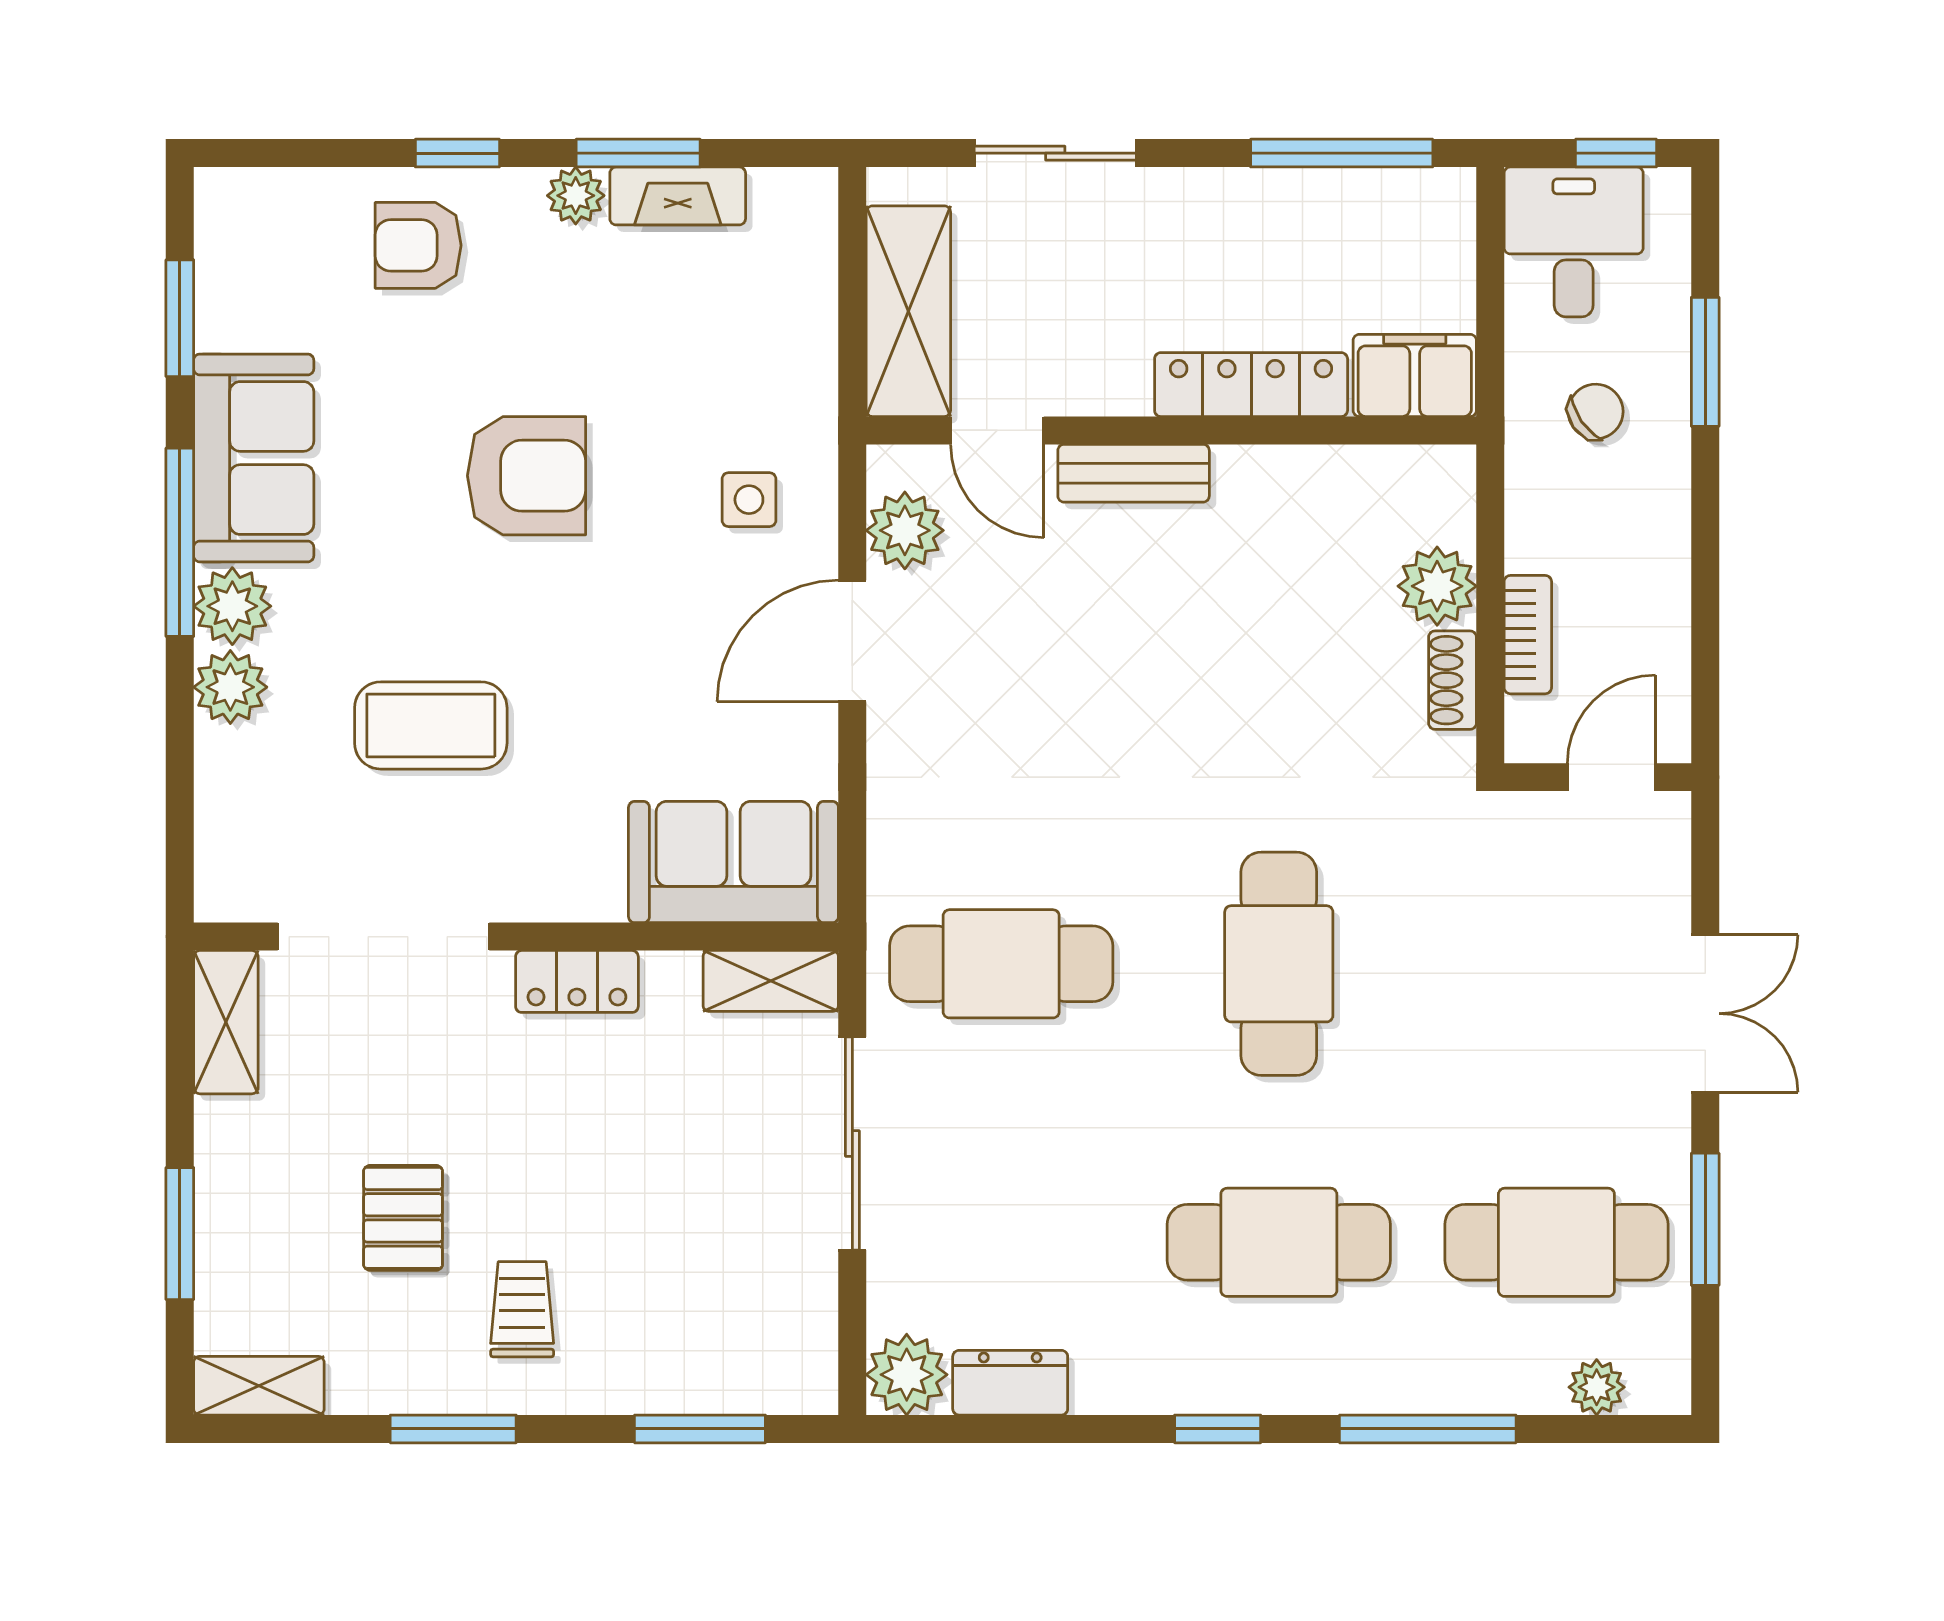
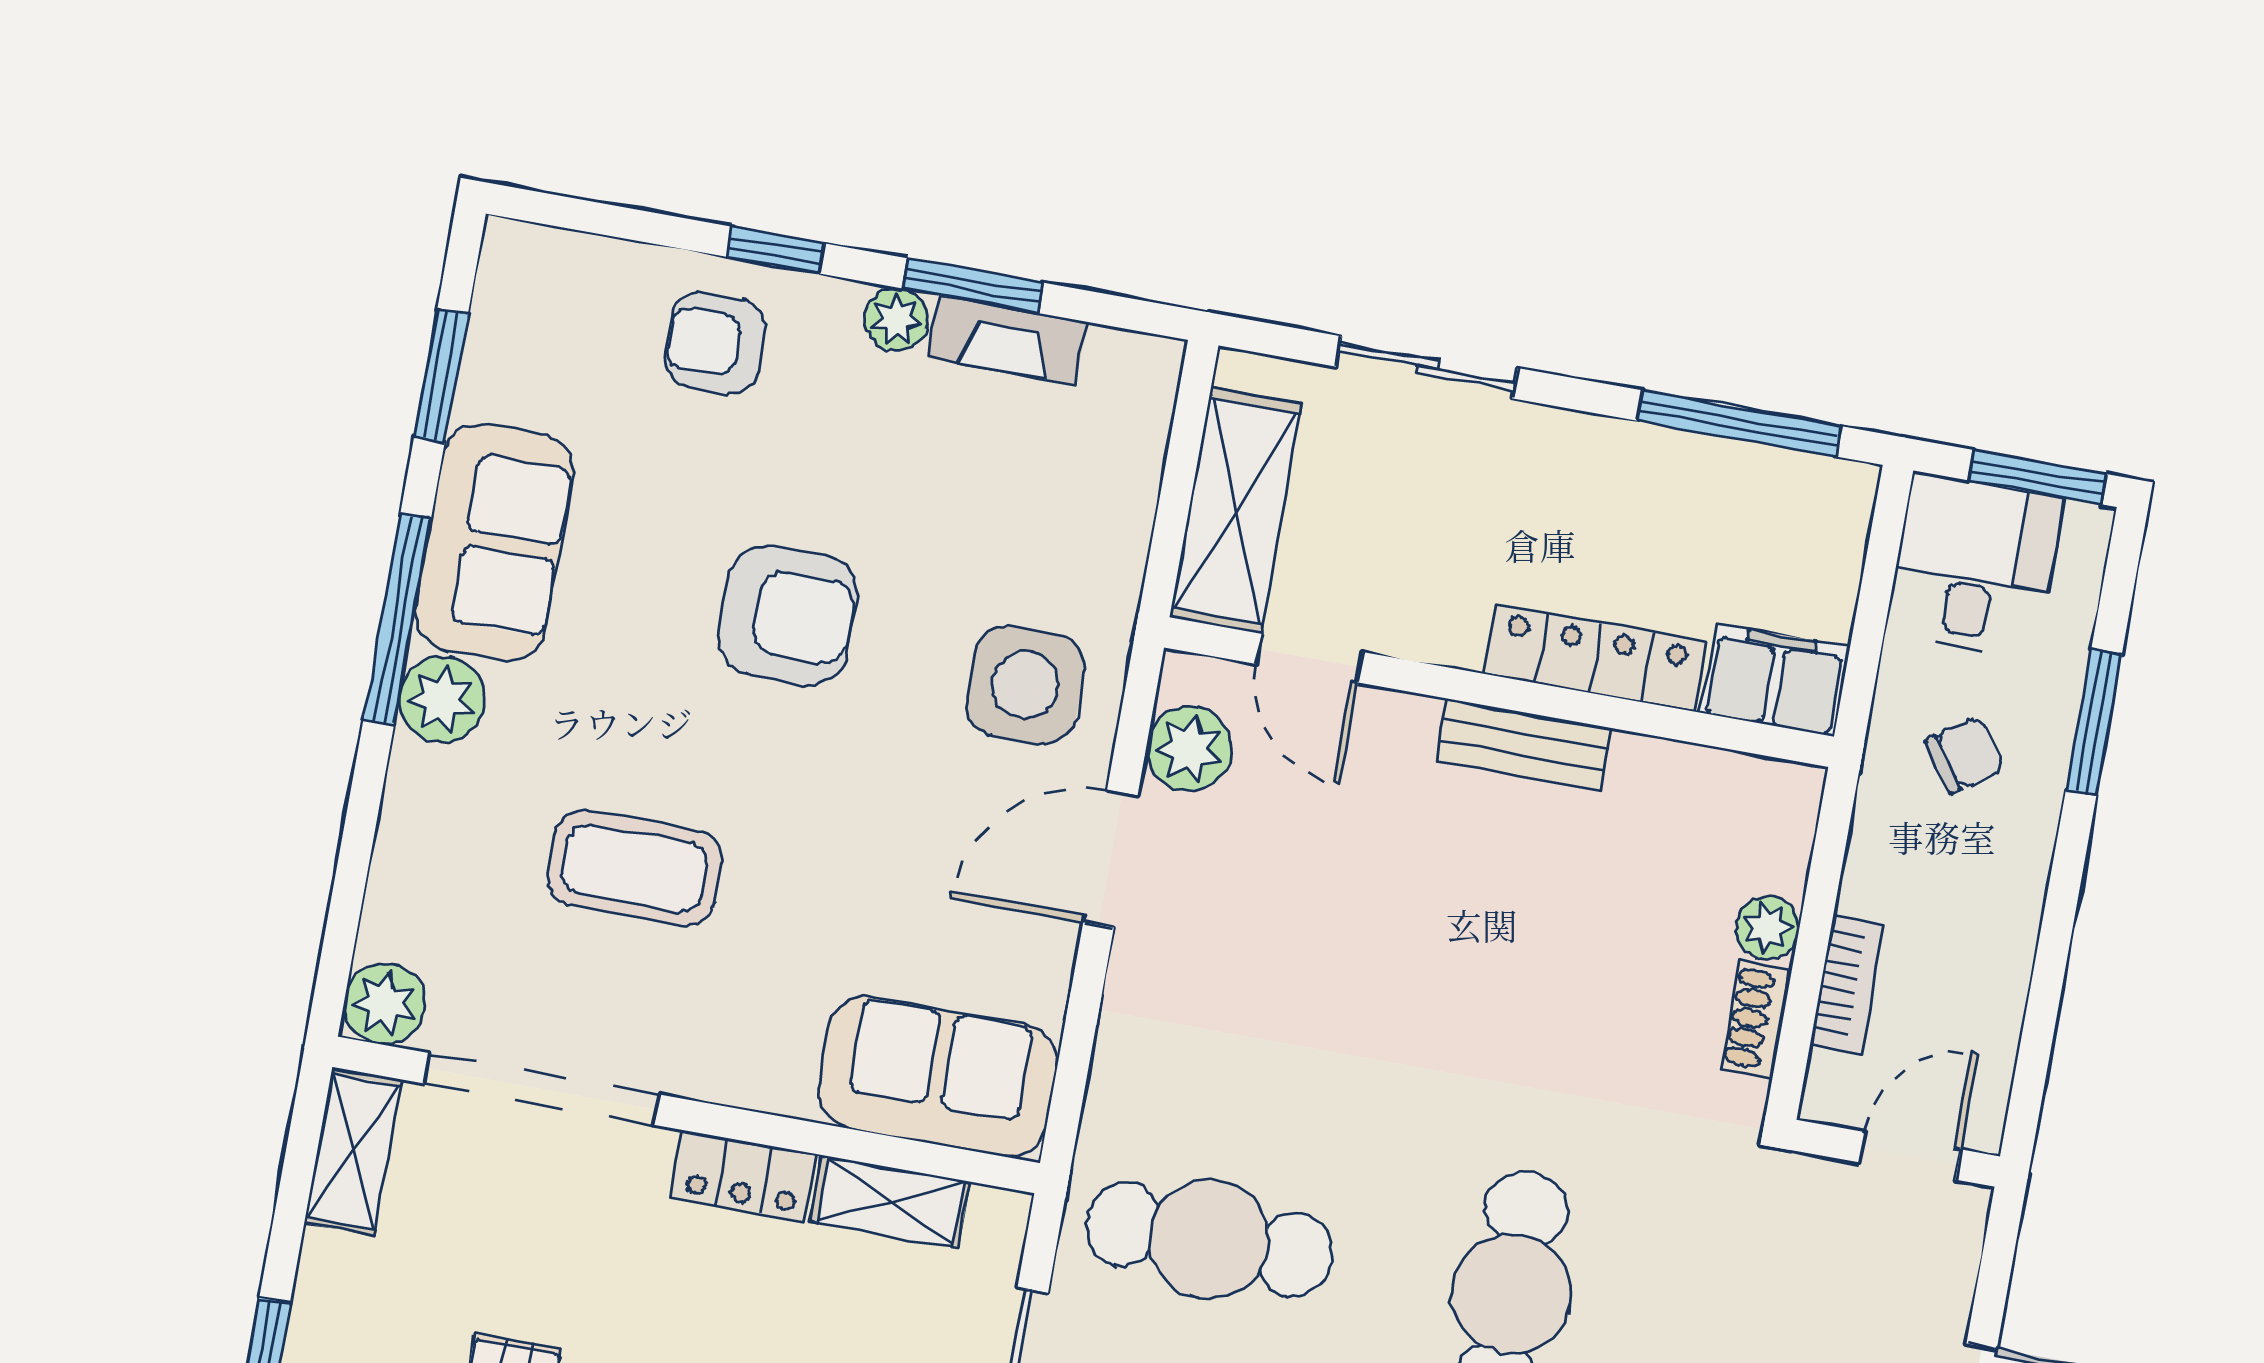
window: (1616, 153) -> (2038, 477), width x1.50
bench: (1134, 473) -> (1524, 745), moved
side table: (749, 500) -> (1025, 685), width x1.87, depth x1.87
plant: (1437, 586) -> (1768, 928), width x0.73, depth x0.73
plant: (230, 687) -> (385, 1004), moved
shelving: (771, 981) -> (890, 1202), moved

